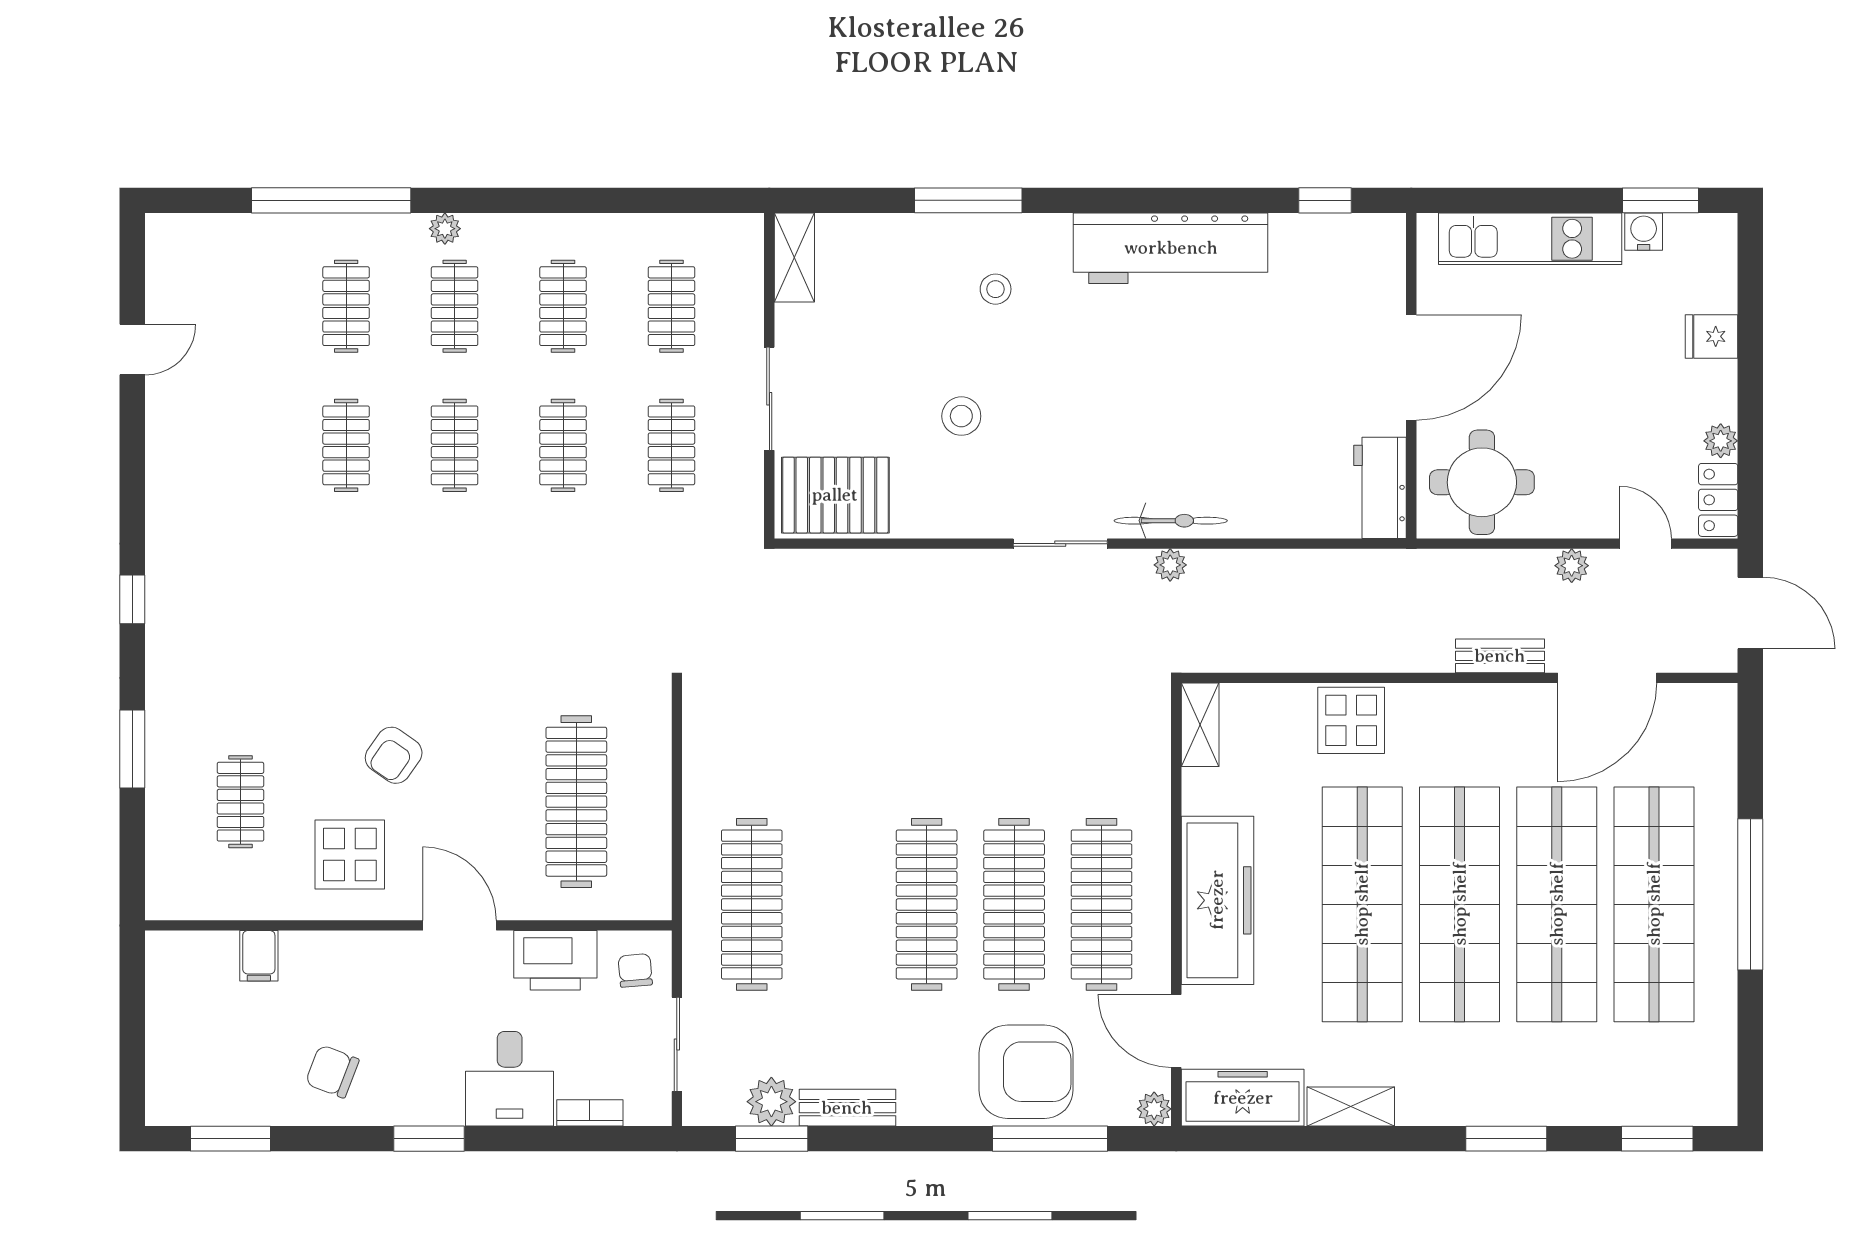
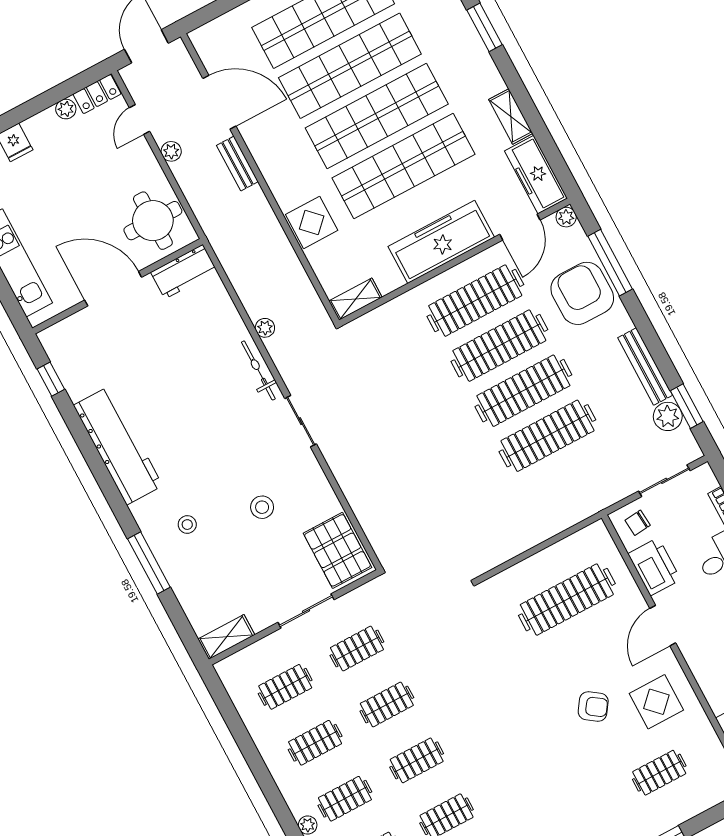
plant: (1170, 565) -> (265, 328), moved
clothes rail: (752, 904) -> (547, 436), moved
bench: (847, 1108) -> (645, 367), width x1.36

